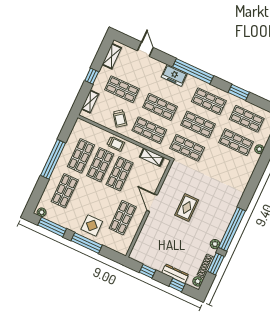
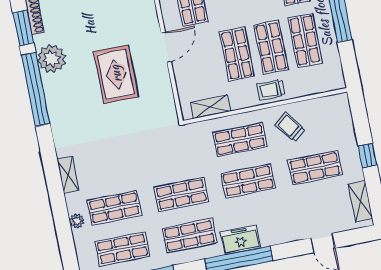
freezer: (174, 75) -> (241, 240), moved
shelving: (90, 101) -> (68, 175), moved
shop shelf: (187, 148) -> (173, 153), removed
door: (152, 203) -> (166, 47), hinge flipped
rug: (187, 208) -> (116, 74), width x1.36, depth x1.43
plant: (215, 244) -> (52, 59), width x1.87, depth x1.87

